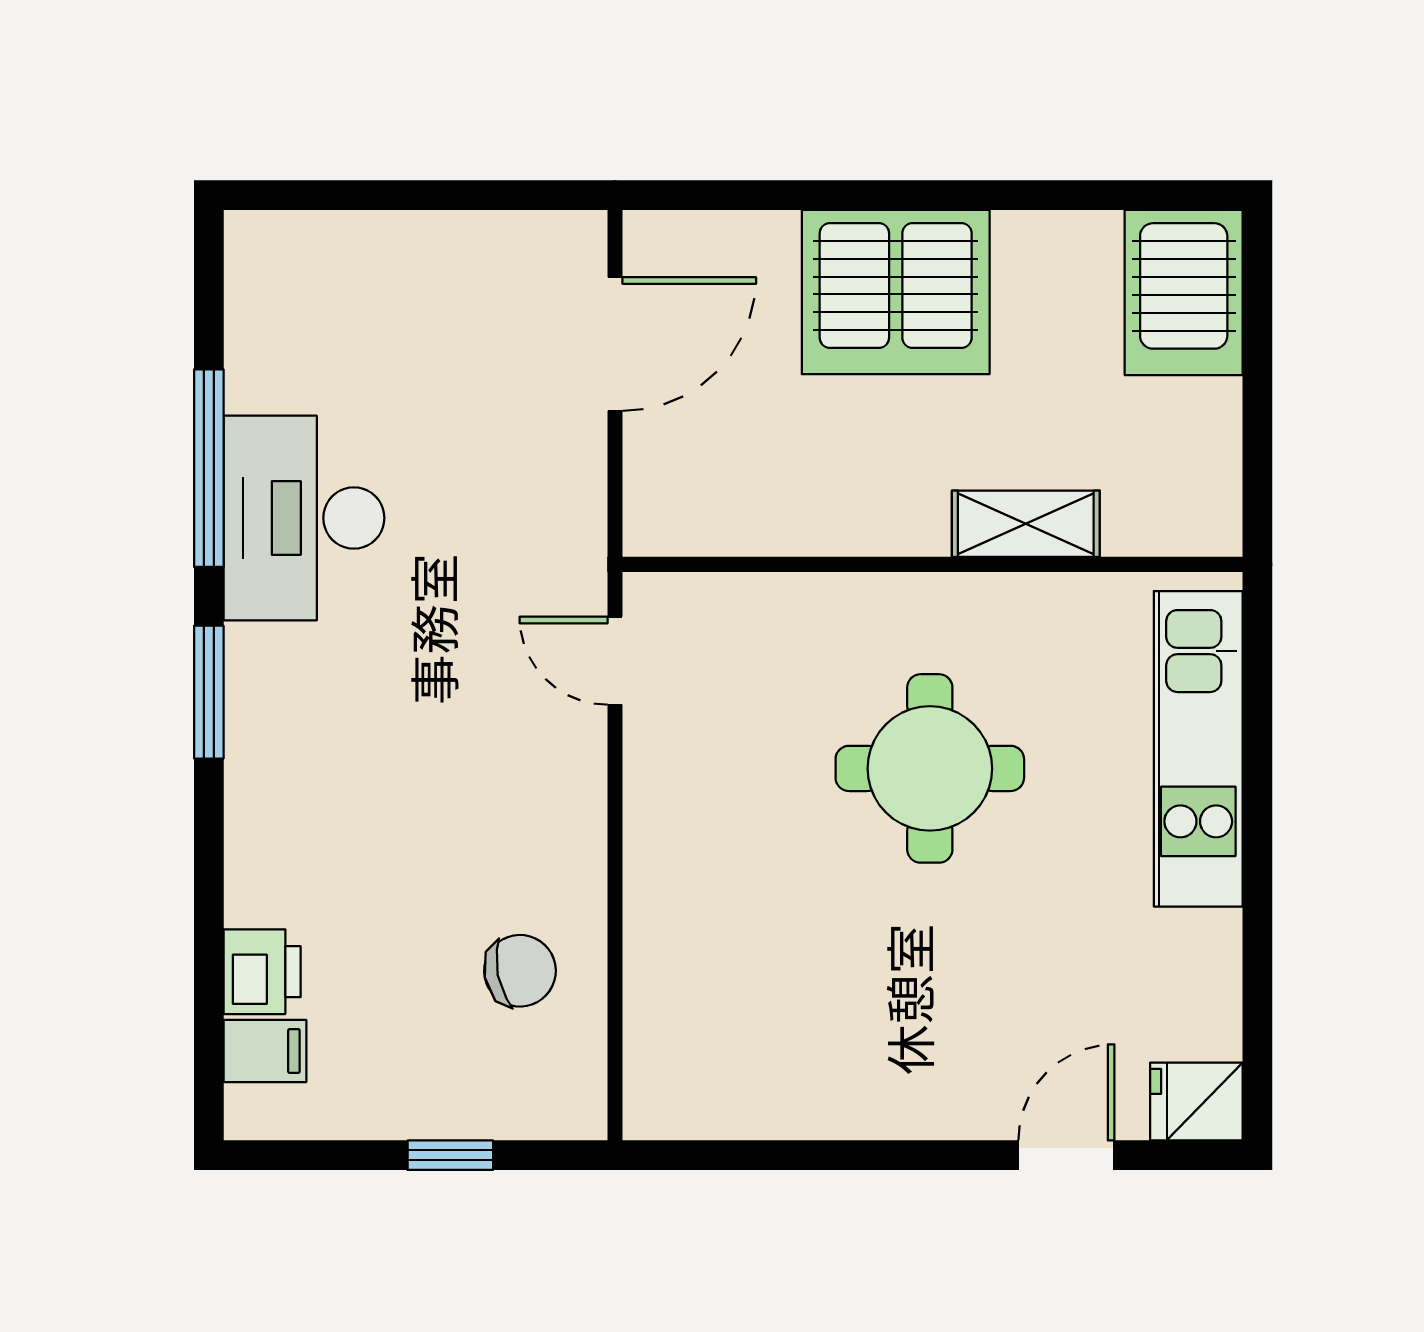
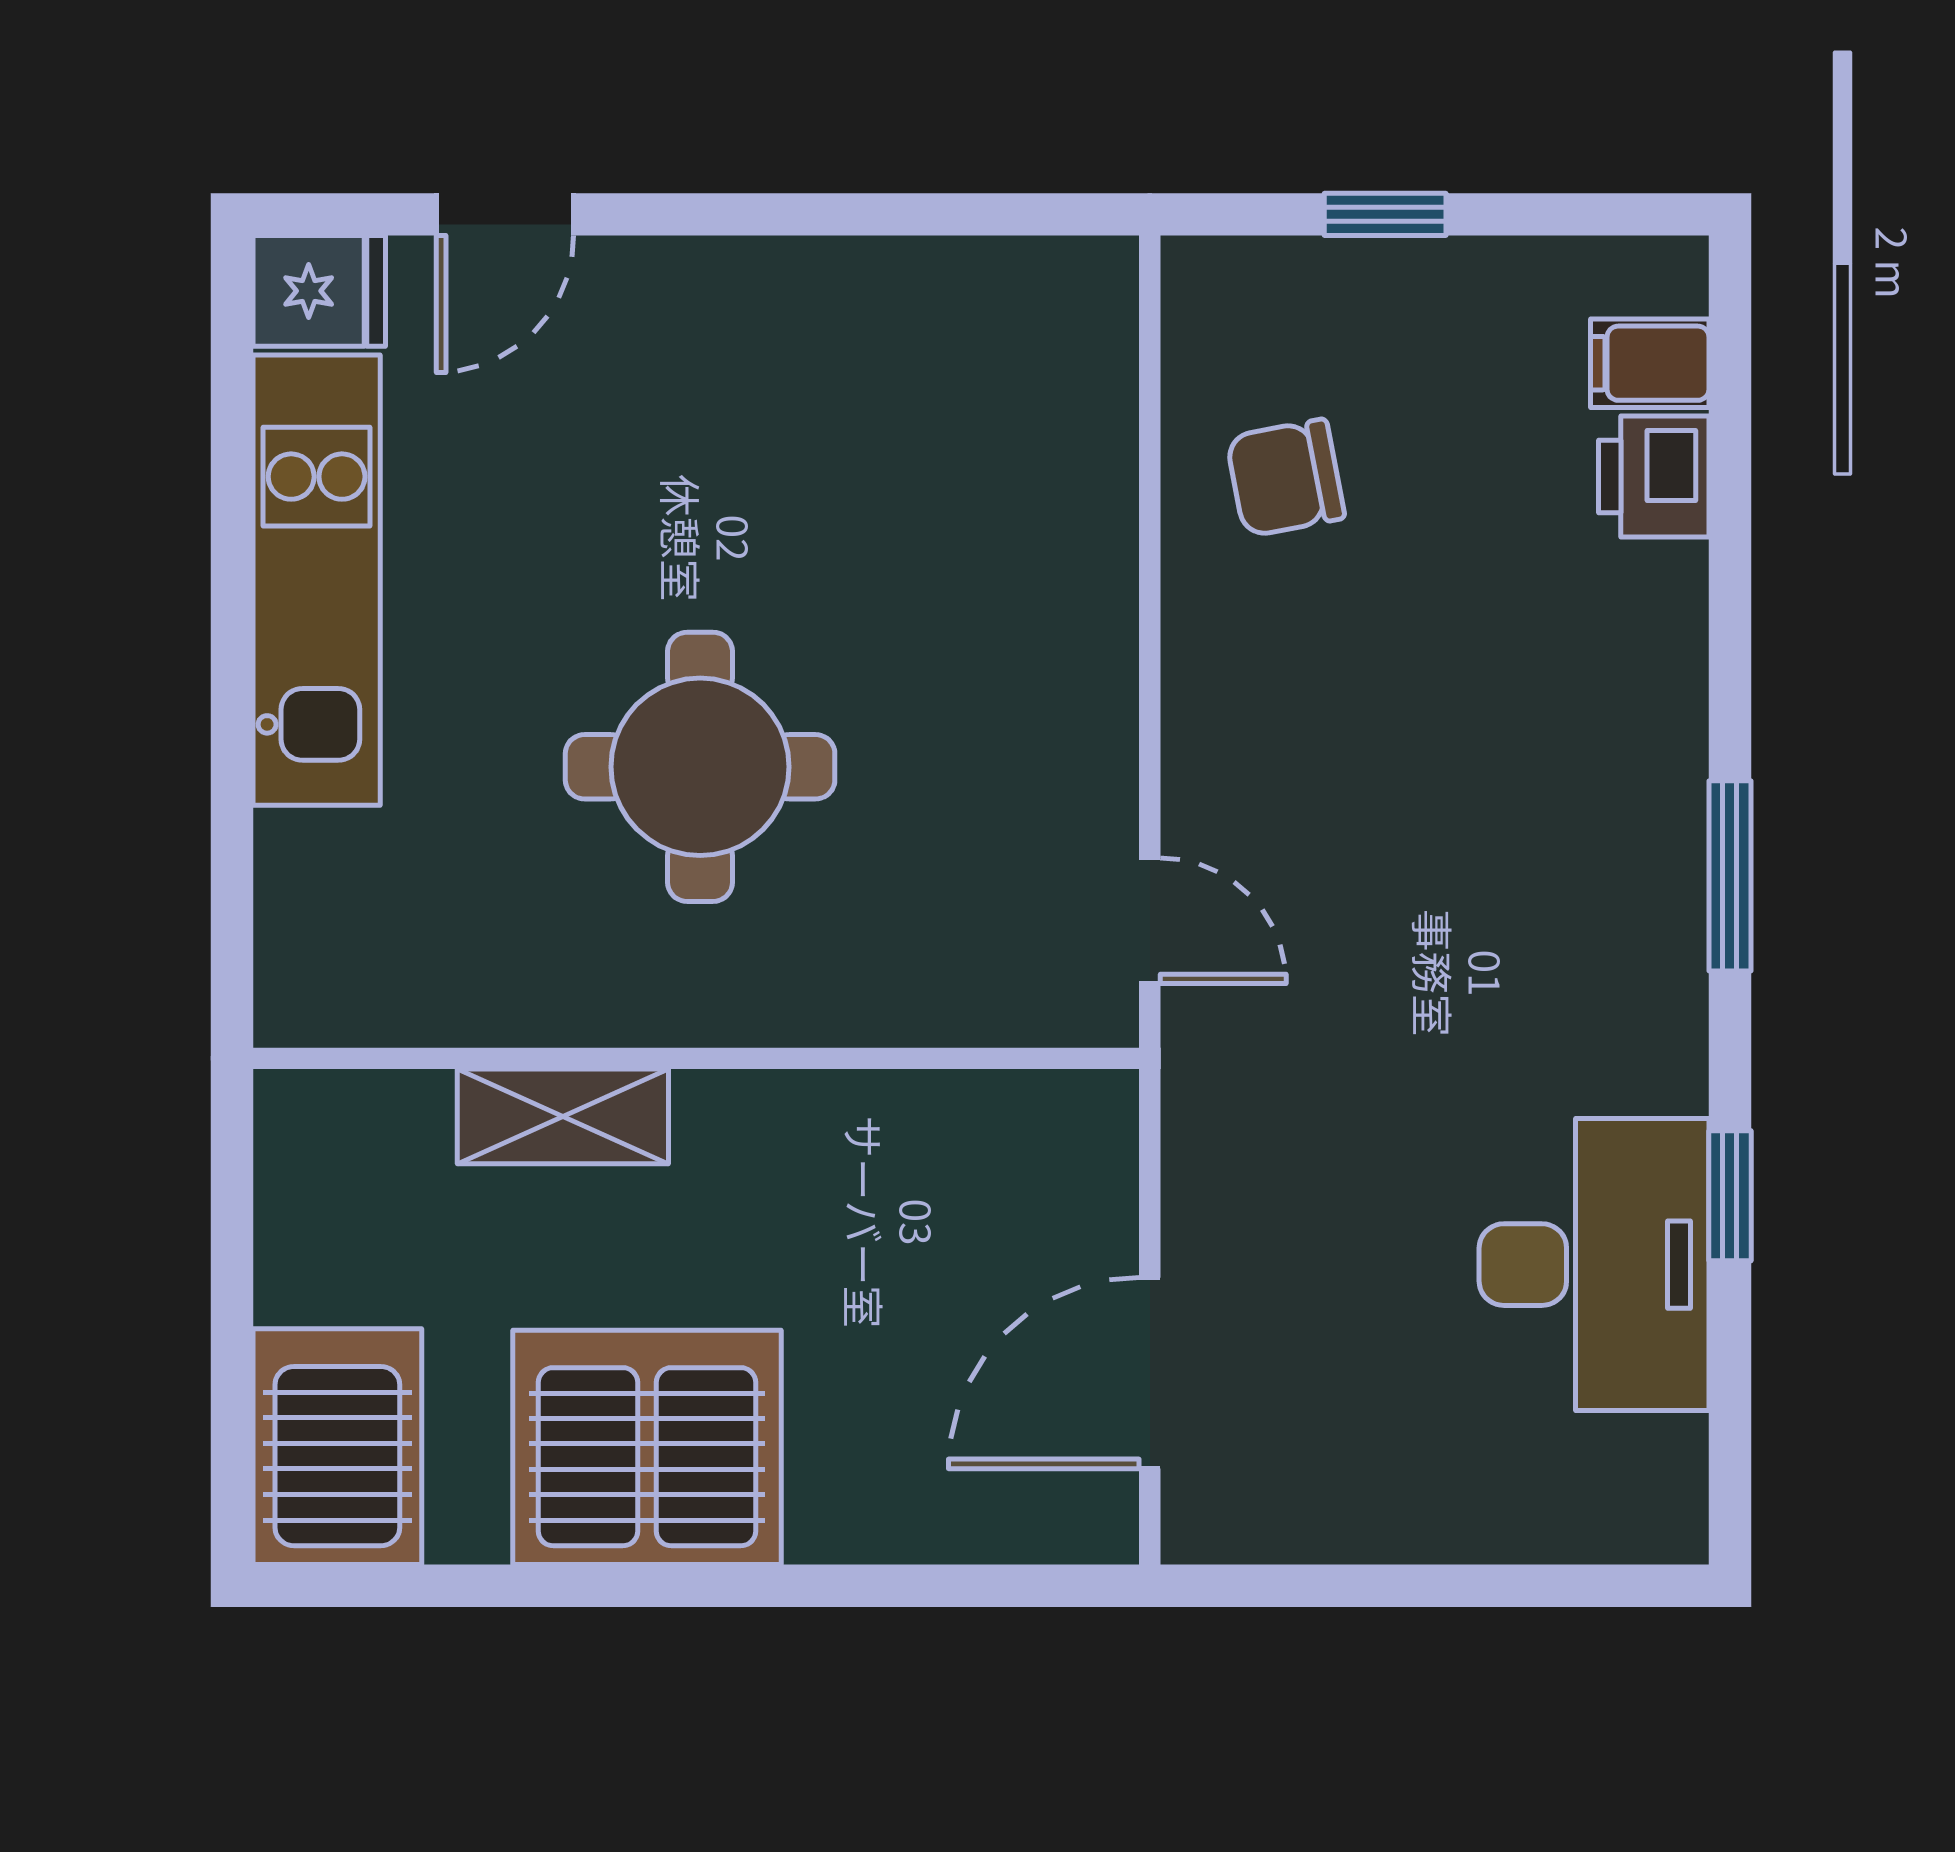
server rack: (896, 292) -> (647, 1447), moved
window: (209, 468) -> (1730, 1196), width x0.46
desk: (304, 518) -> (1594, 1265), moved
kitchen unit: (1198, 749) -> (317, 580), moved

